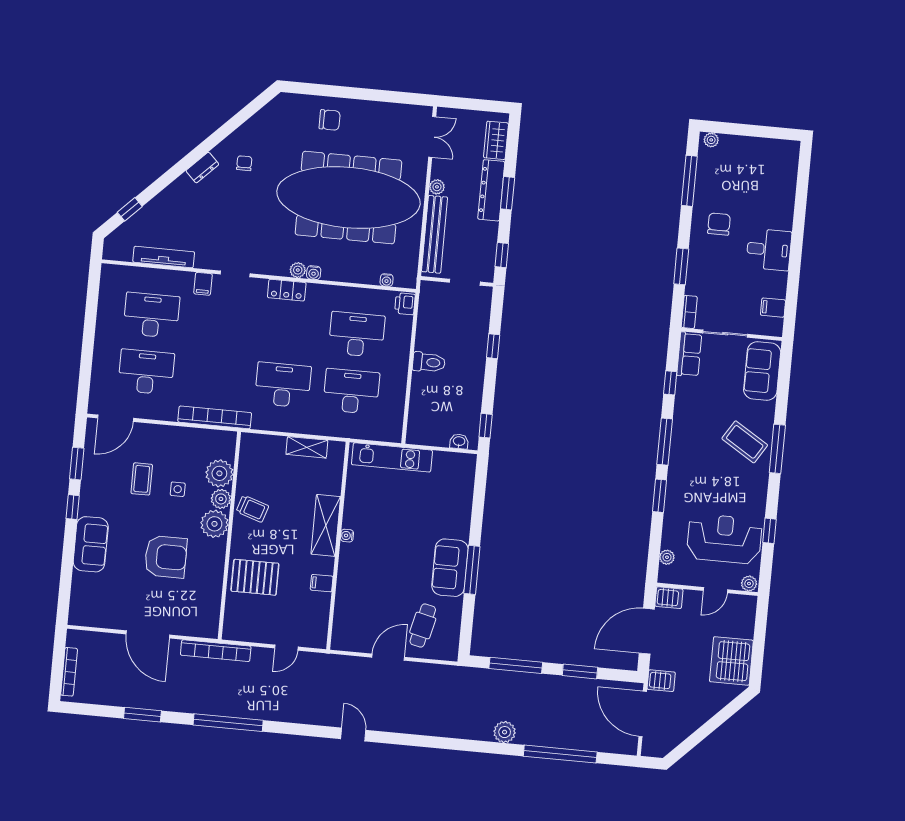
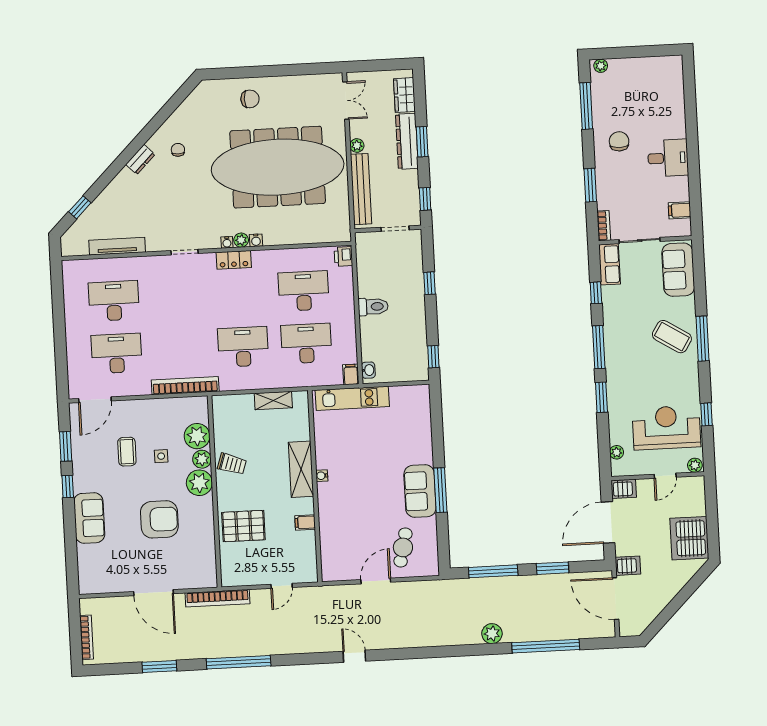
water cooler: (387, 280) -> (227, 242), moved
filing cabinet: (203, 284) -> (351, 374), moved, turned 180
washbasin: (459, 442) -> (368, 370), moved, turned 90

